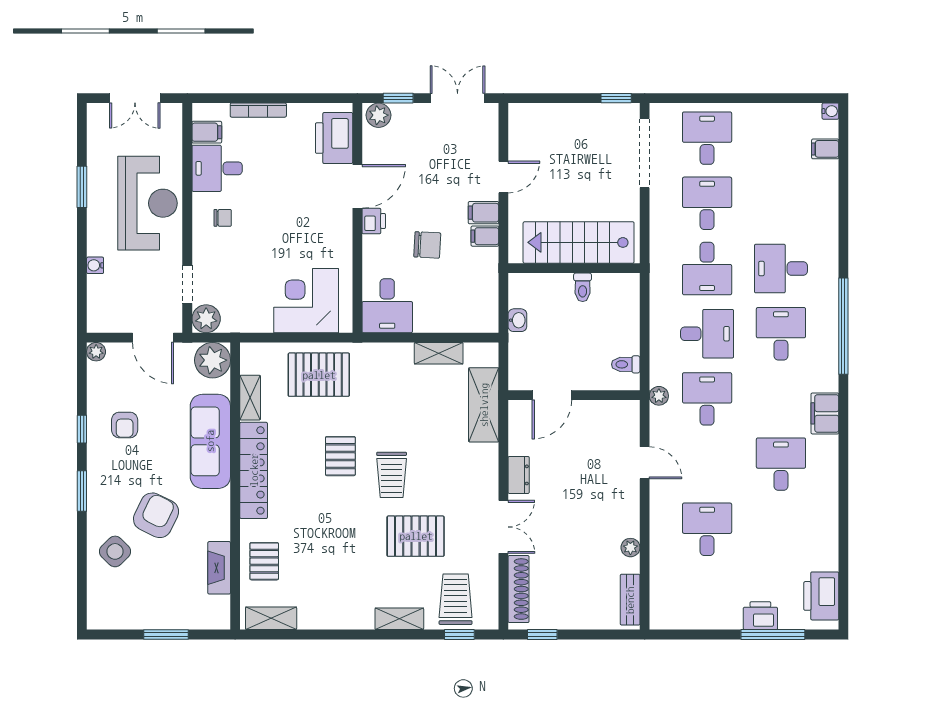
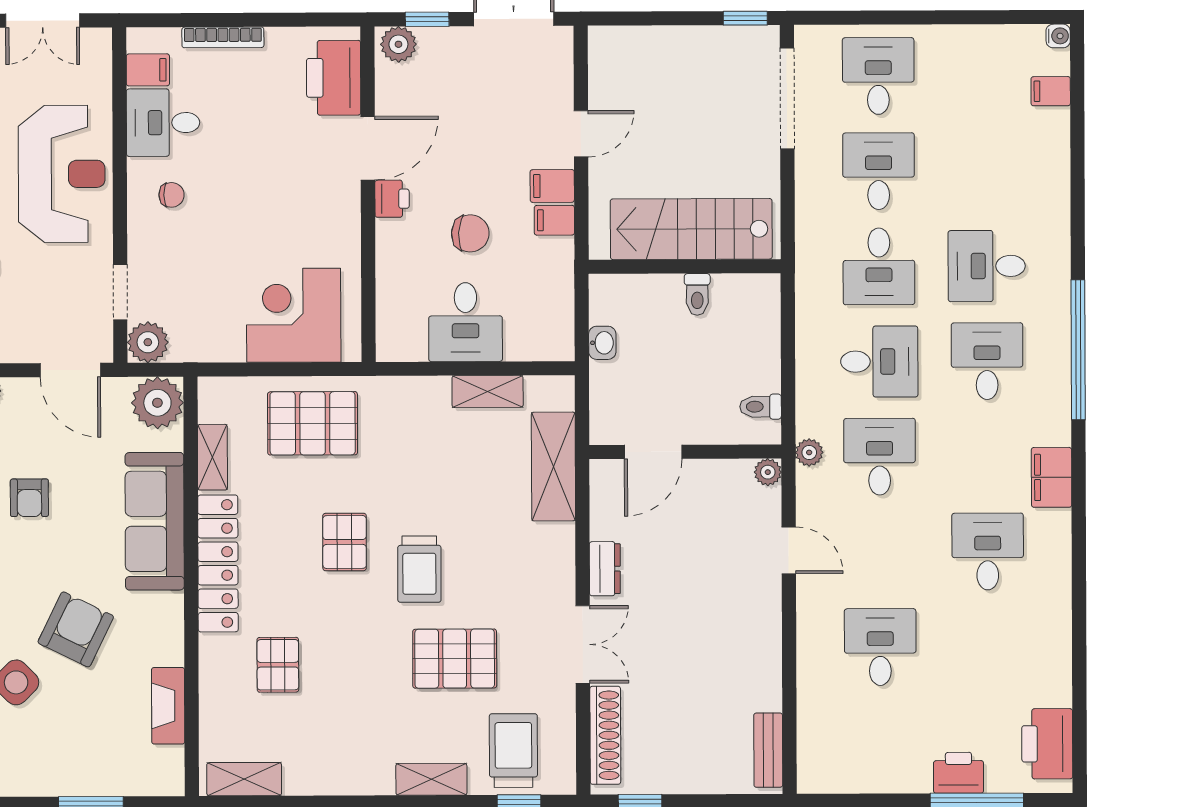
desk: (387, 306) -> (465, 322), moved
plant: (630, 548) -> (768, 472), moved
pallet: (264, 561) -> (278, 665), moved

